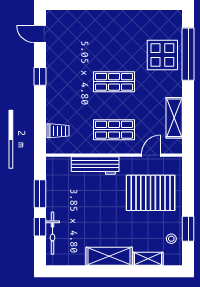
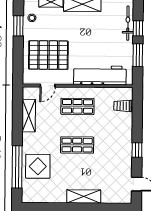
shelving: (105, 18) -> (84, 196), added
workbench: (95, 165) -> (100, 75), width x1.36, depth x1.32

